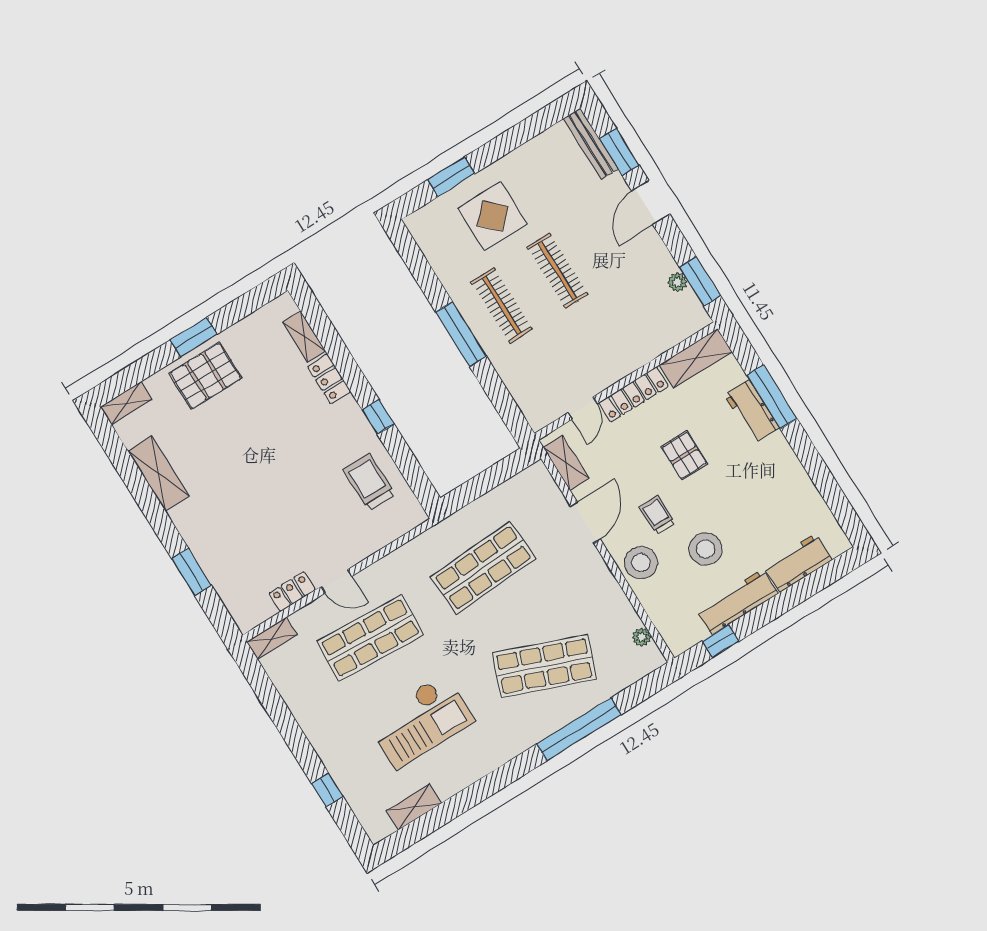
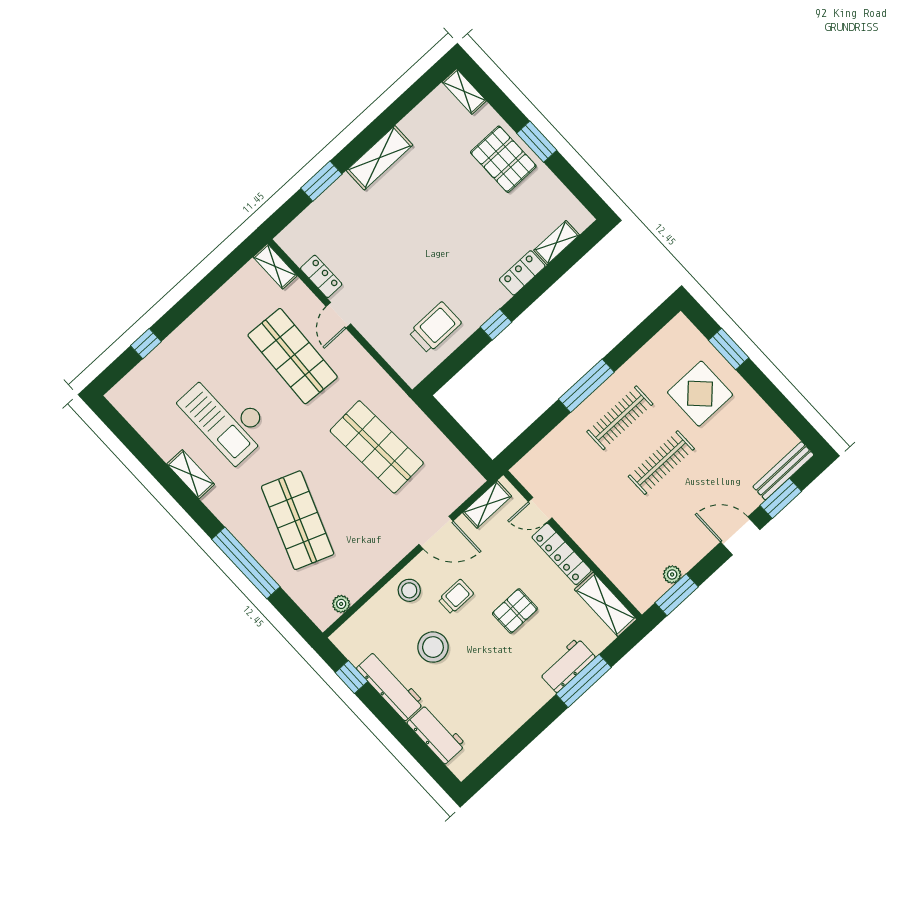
shelving: (159, 474) -> (380, 158), moved
stool: (641, 563) -> (409, 590), width x0.73, depth x0.73
shelving: (414, 807) -> (191, 474), moved

